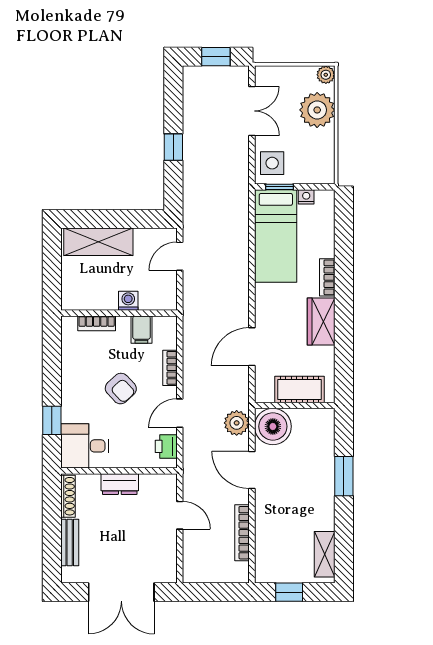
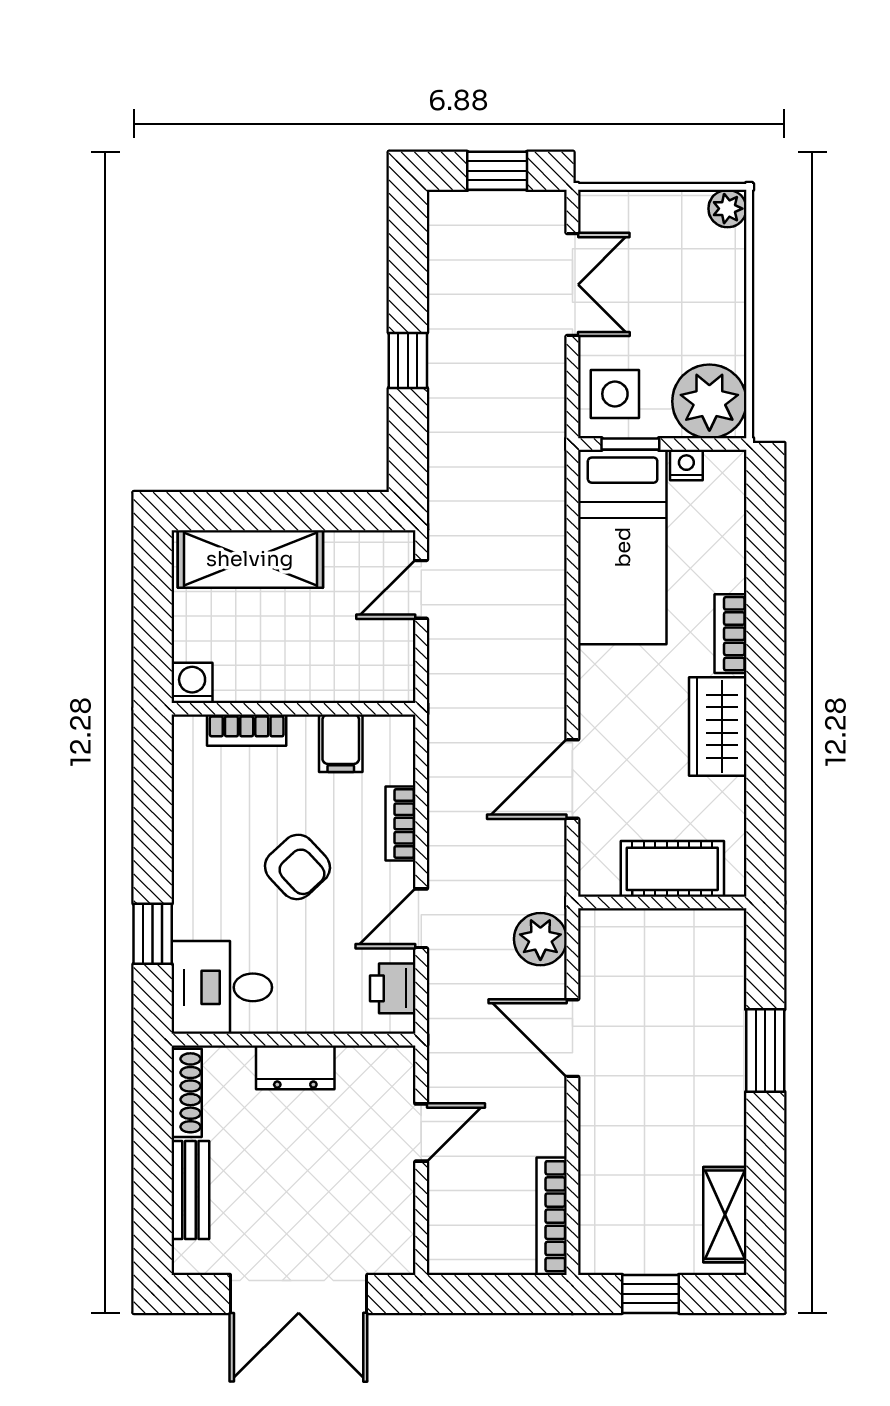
plant: (317, 110) -> (709, 401), moved
washing machine: (128, 301) -> (192, 683), moved
boiler: (273, 426) -> (616, 947), removed
door: (180, 515) -> (421, 1133), hinge flipped
bookcase: (242, 533) -> (552, 1216), moved

